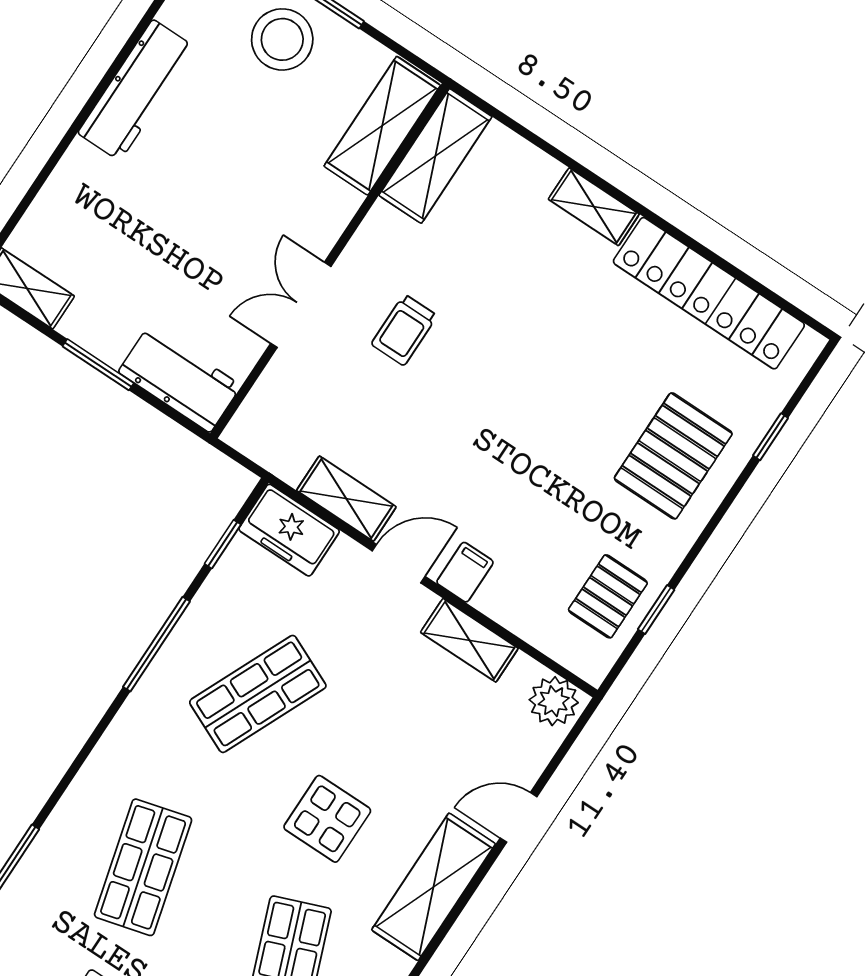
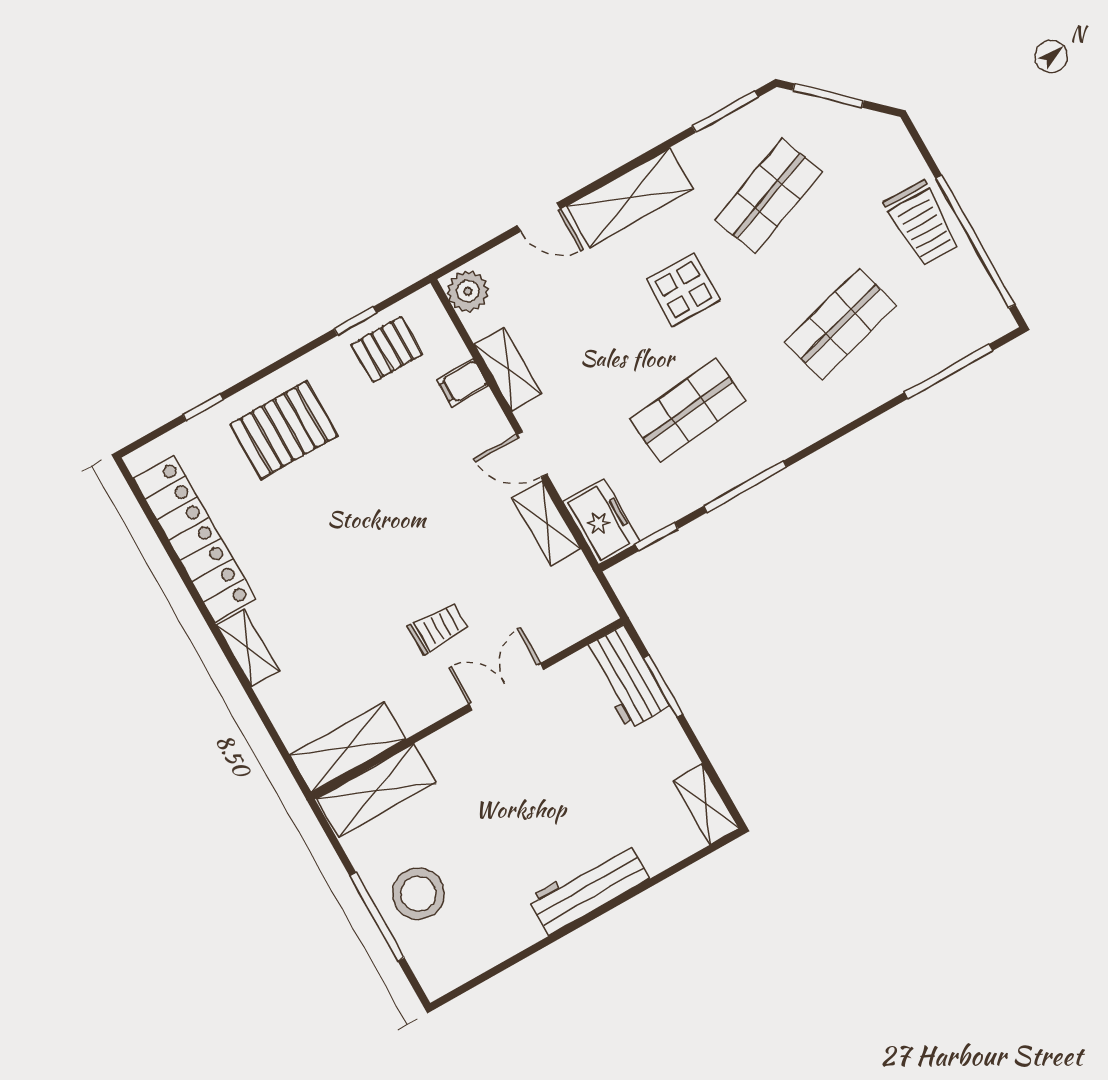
workbench: (136, 90) -> (589, 888), moved
double door: (301, 305) -> (506, 687), swing flipped
window: (98, 365) -> (663, 686), moved
filing cabinet: (465, 572) -> (463, 383), moved
shop shelf: (258, 694) -> (688, 410), turned -30

